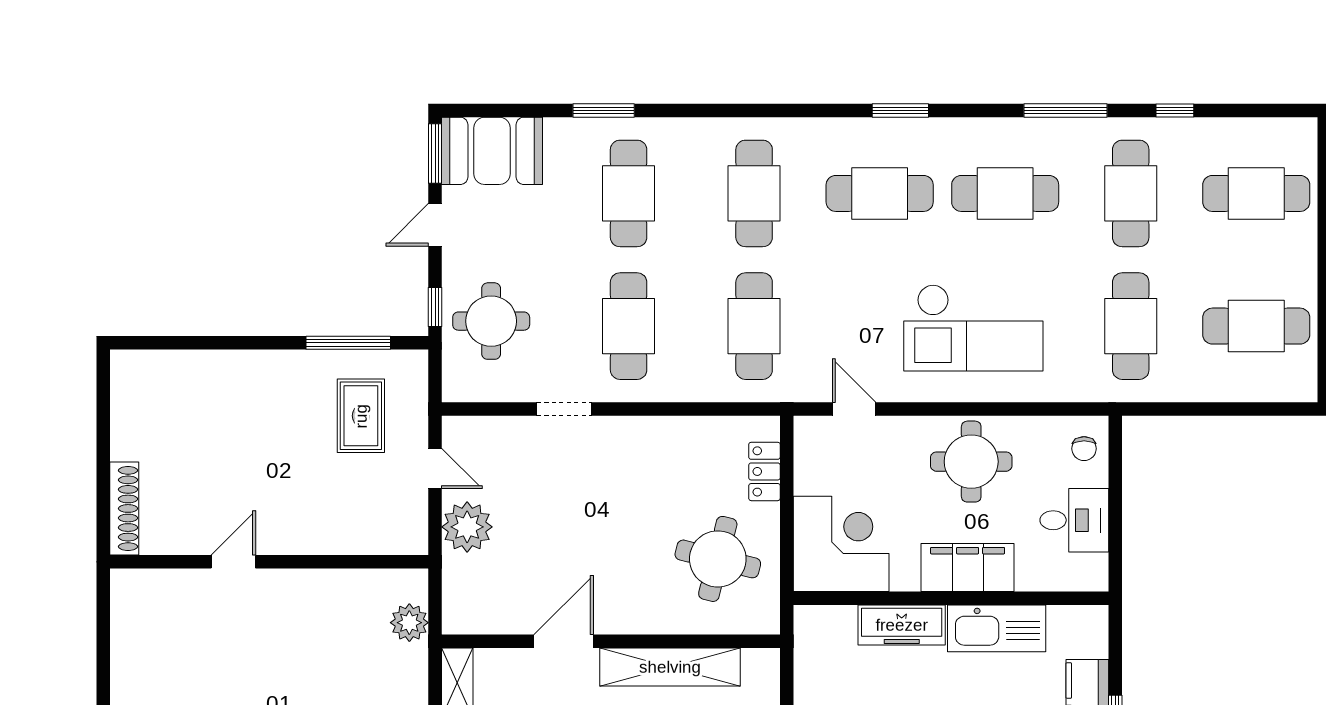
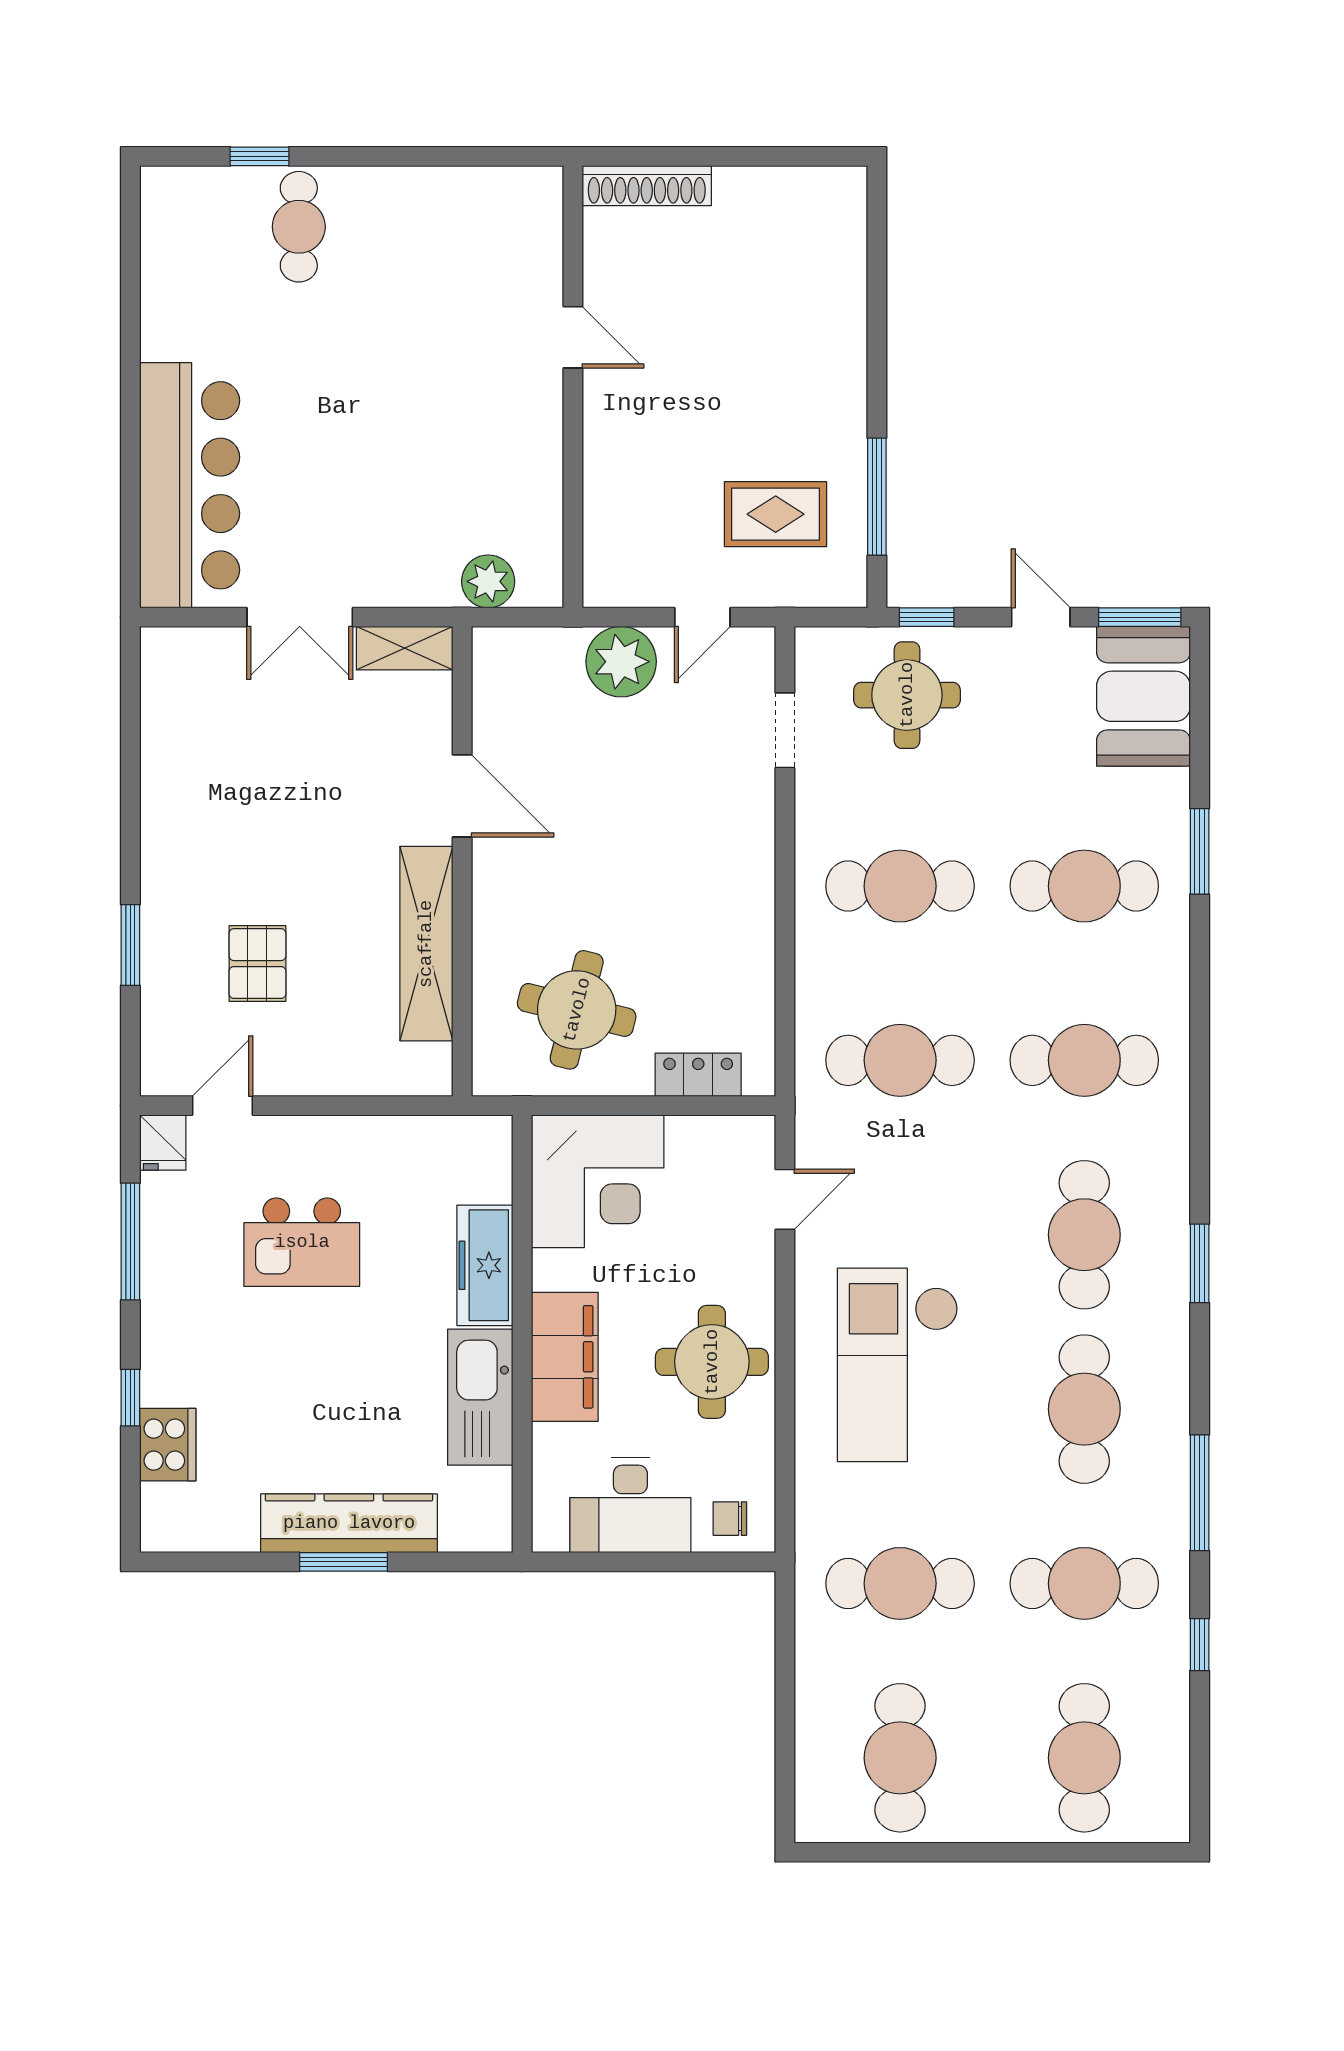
doorway: (564, 409) -> (785, 730), moved
desk: (1074, 520) -> (630, 1505), width x1.37

